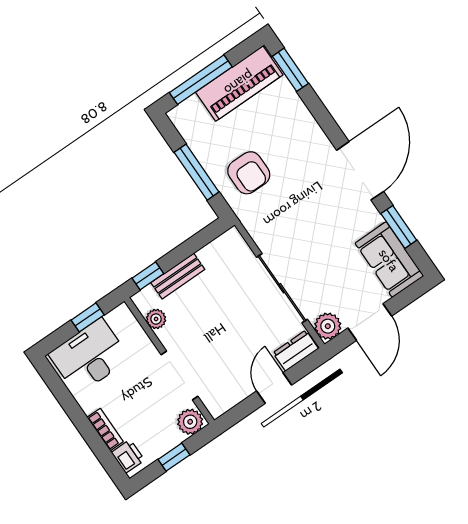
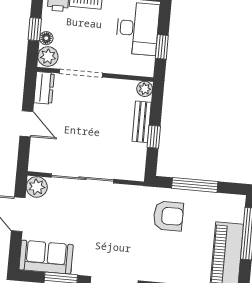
armchair: (249, 173) -> (168, 216), turned 180
window: (148, 276) -> (154, 137), moved
plant: (156, 319) -> (145, 89), moved
dresser: (296, 351) -> (44, 88), moved
floor lamp: (173, 438) -> (46, 38), added

